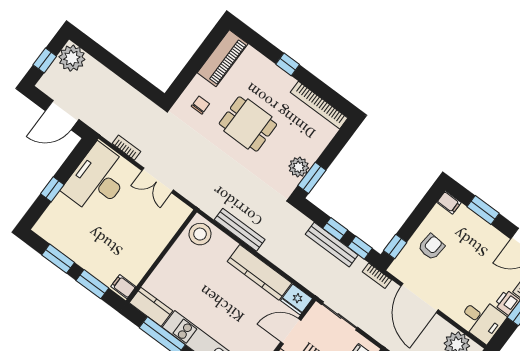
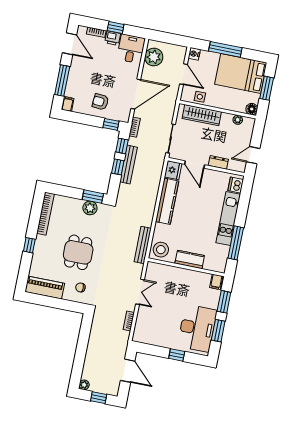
plant: (72, 58) -> (84, 385), width x0.53, depth x0.53
desk: (98, 180) -> (197, 328), moved, turned -90
window: (483, 210) -> (62, 80), width x1.44
bench: (240, 230) -> (143, 245), moved
kitchen counter: (151, 307) -> (190, 259), moved, turned 90

